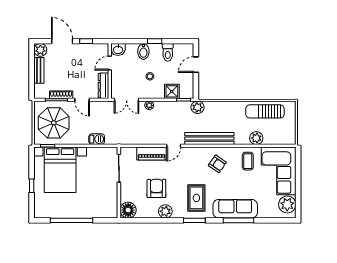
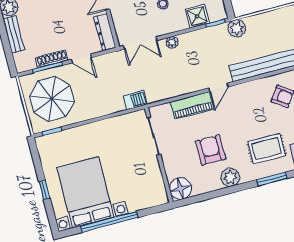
barbecue: (97, 139) -> (135, 100), moved
bed with nightstands: (60, 170) -> (85, 192), moved, turned 180
rug: (196, 198) -> (267, 149), turned 90

